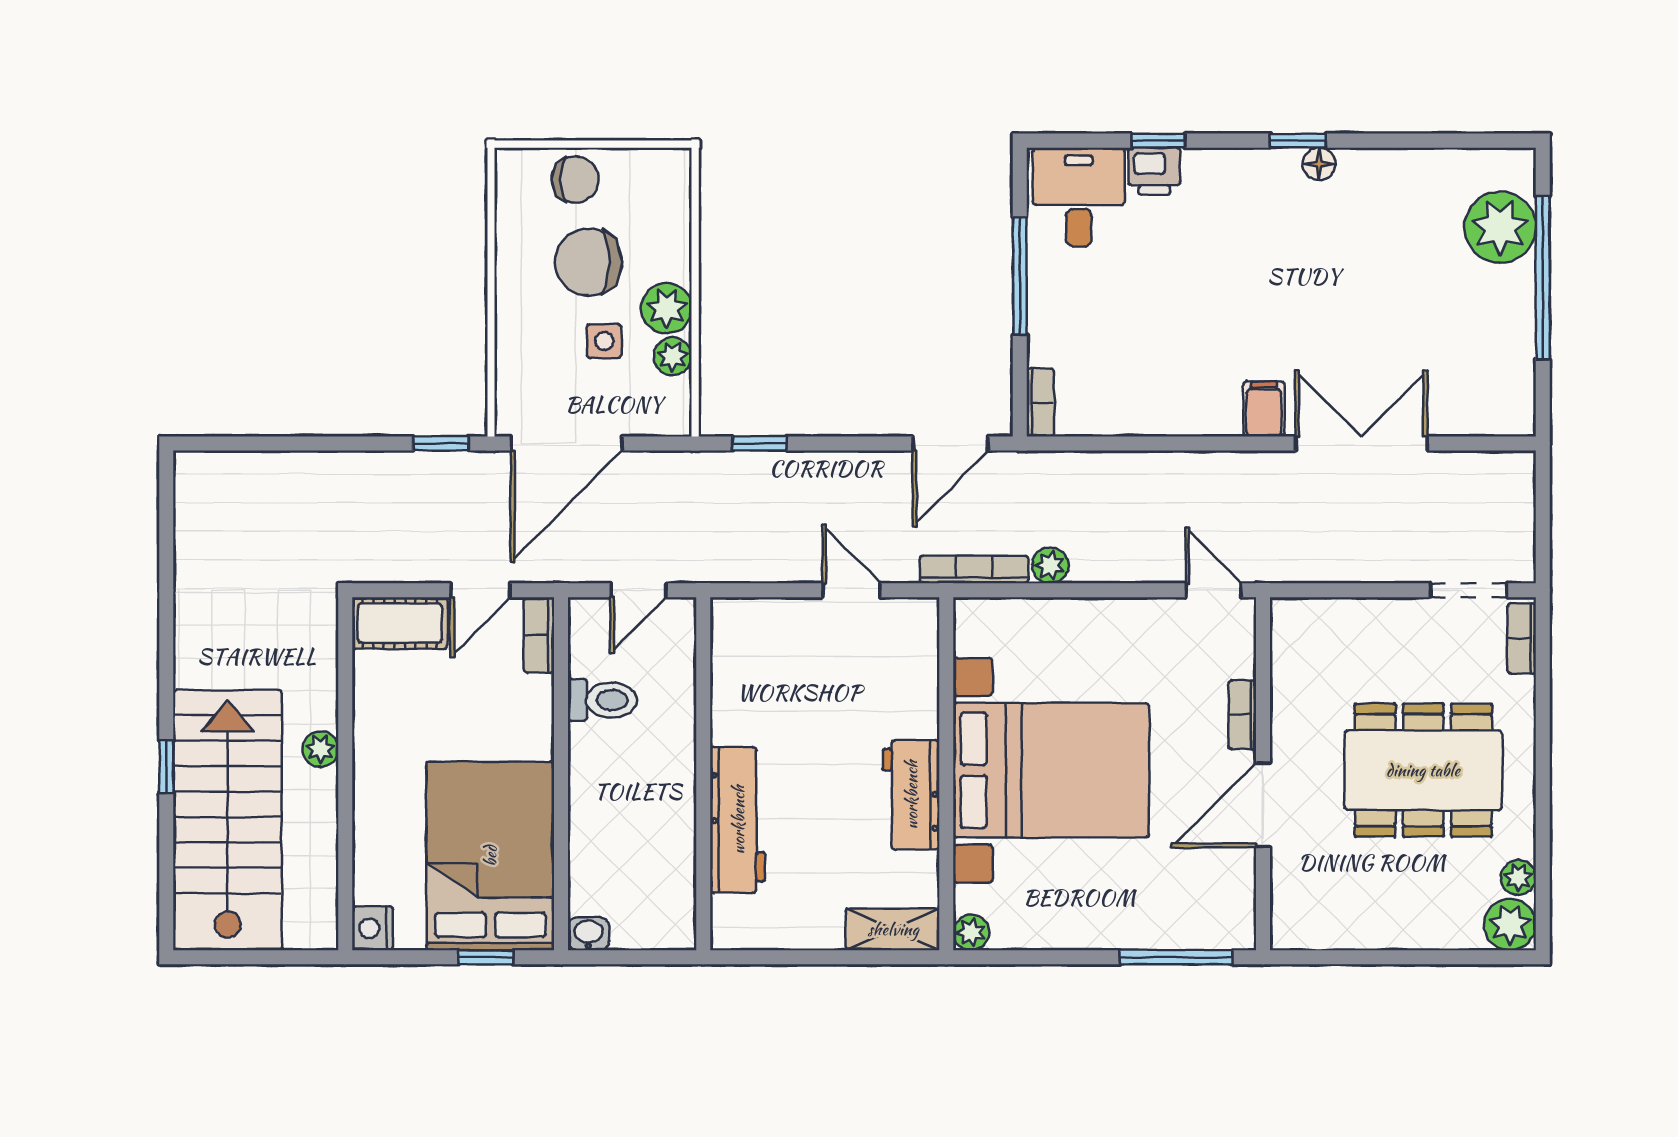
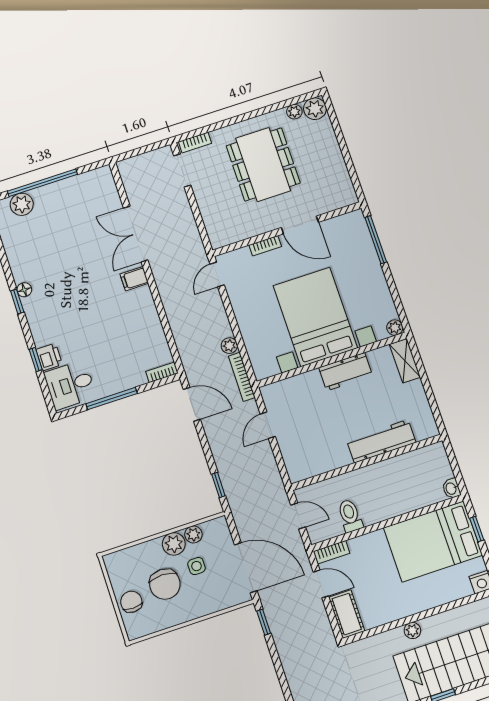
plant: (1500, 227) -> (22, 204), width x0.73, depth x0.73

